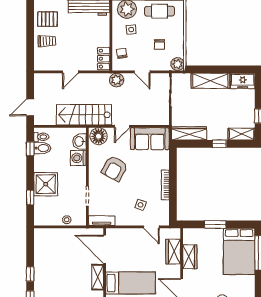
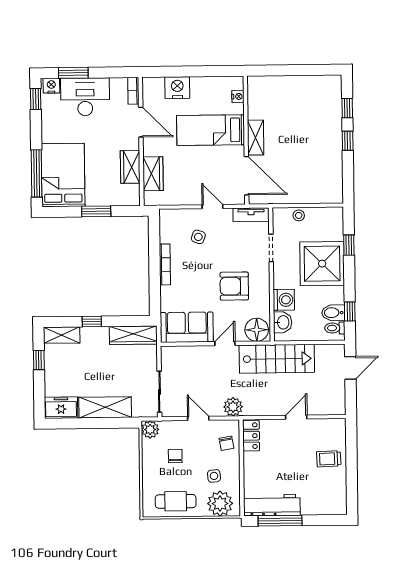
pallet: (48, 19) -> (328, 489), removed
armchair: (115, 168) -> (234, 286), turned -119
shower: (46, 184) -> (322, 264), width x1.37, depth x1.37
door: (151, 227) -> (213, 207), moved

